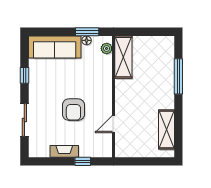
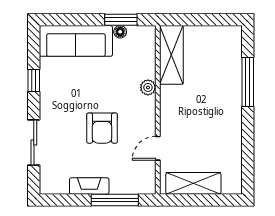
plant: (107, 48) -> (148, 87), moved
shelving: (166, 129) -> (193, 183), moved, turned 90
window: (83, 161) -> (115, 200), width x2.17

